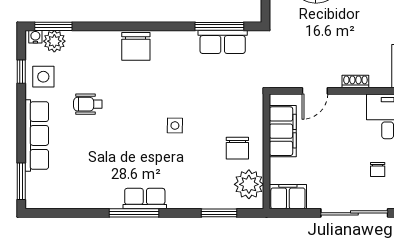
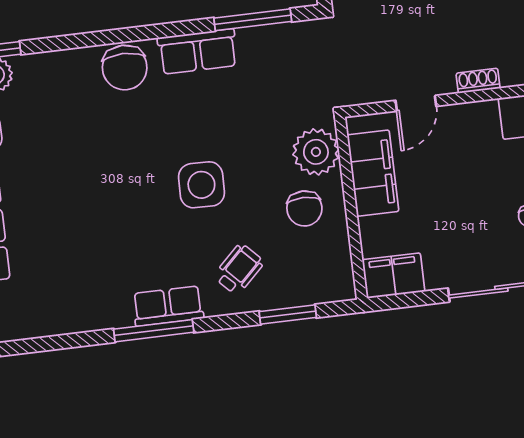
row of seats: (223, 42) -> (198, 51), moved
wheelchair: (88, 104) -> (239, 269), moved, turned 136
side table: (175, 125) -> (201, 185), width x1.87, depth x1.87
plant: (249, 184) -> (316, 152), moved

